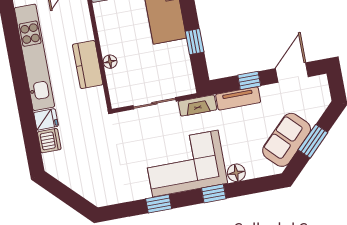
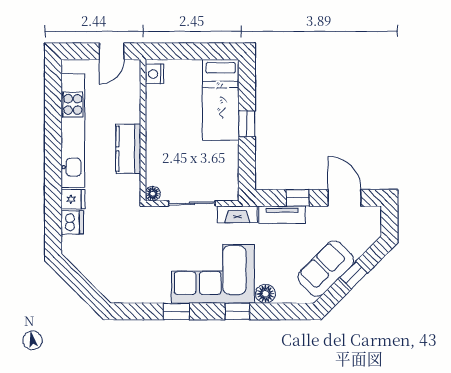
window: (195, 42) -> (247, 124), moved
floor lamp: (110, 62) -> (153, 194), moved
door: (292, 73) -> (345, 198), hinge flipped
window: (313, 141) -> (354, 275), width x0.67

